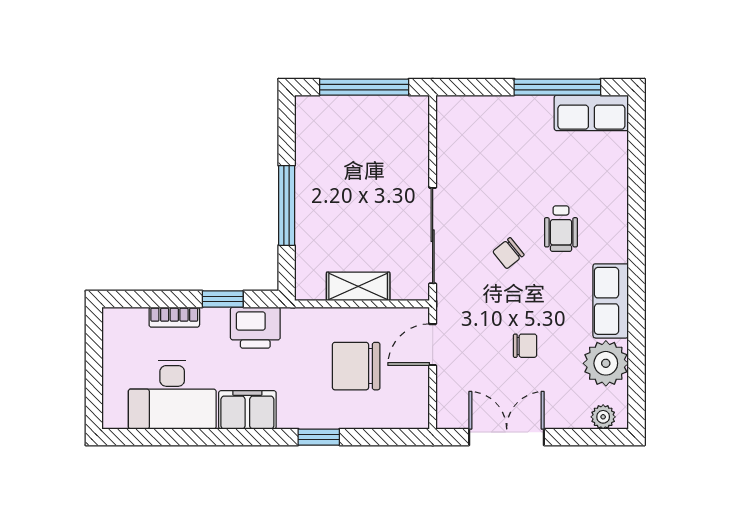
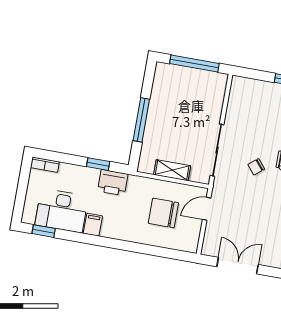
bookcase: (174, 317) -> (45, 165), moved
chair: (525, 346) -> (256, 218), removed
filing cabinet: (247, 410) -> (93, 225), width x0.50
window: (319, 437) -> (44, 231), moved

